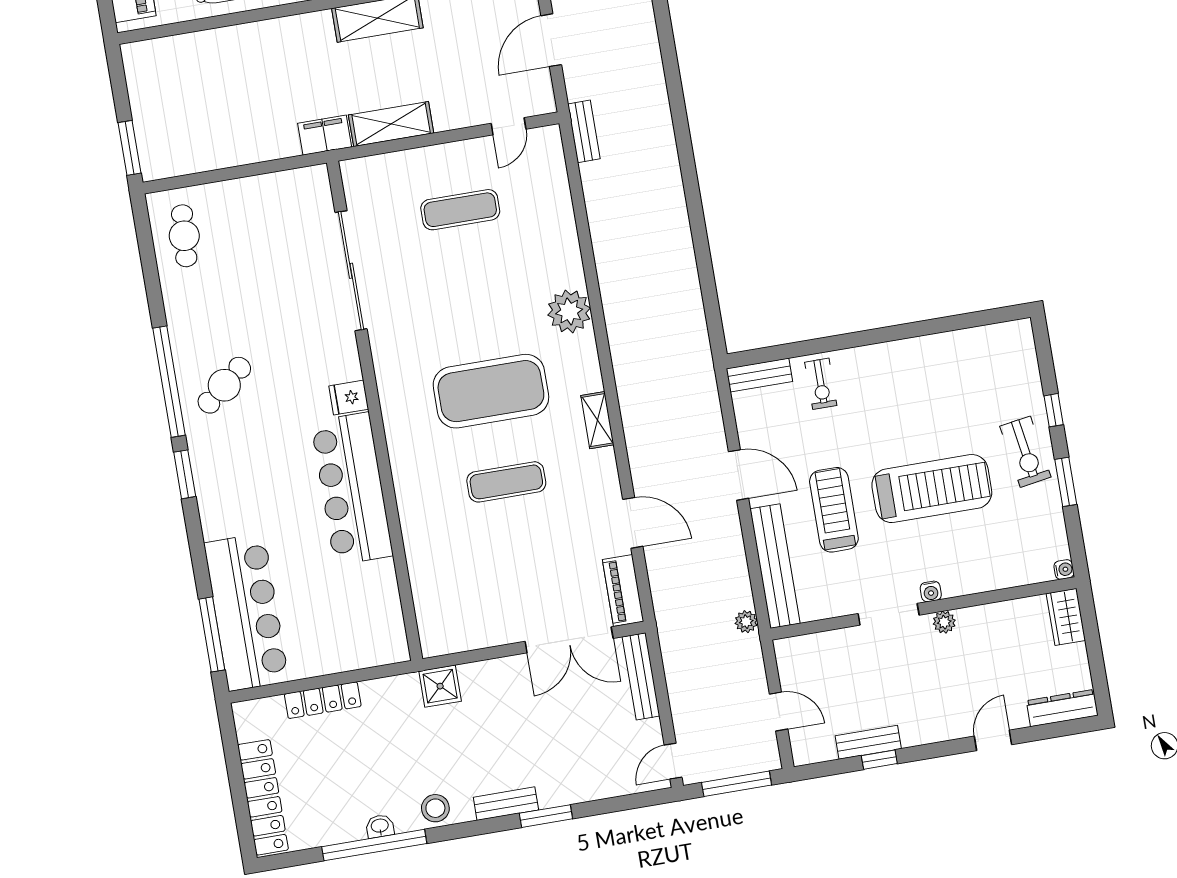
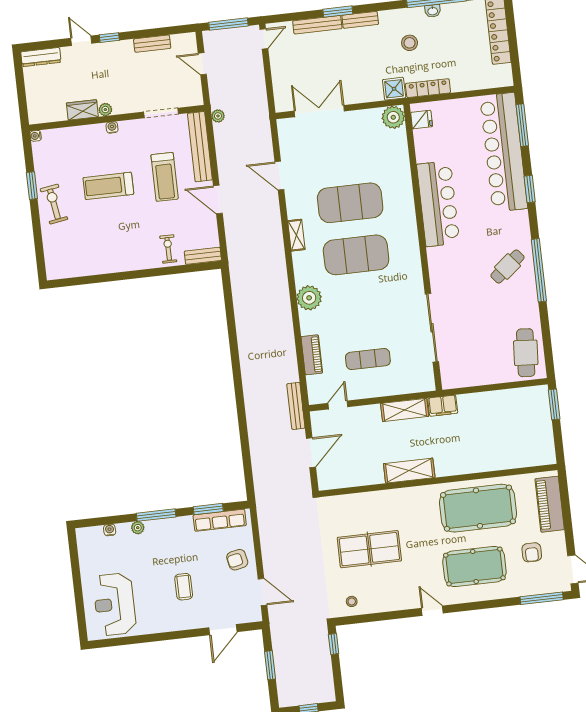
bench: (584, 131) -> (296, 406), width x1.36
cafe table: (184, 236) -> (526, 353), width x1.37, depth x1.35
fridge: (349, 398) -> (422, 120), moved
window: (1054, 410) -> (37, 227), removed
window: (185, 474) -> (530, 189), moved
exercise mat: (506, 482) -> (350, 203), width x2.00, depth x1.45
treadmill: (932, 489) -> (108, 186), width x0.73, depth x0.73
piano: (623, 590) -> (312, 355), moved
bar counter: (246, 612) -> (504, 152), width x1.36
doorway: (889, 614) -> (161, 113), moved
wardrobe: (1066, 617) -> (82, 110), moved, turned -90
plant: (439, 636) -> (393, 117), added
bench: (641, 676) -> (317, 25), moved, turned 90
locker: (323, 700) -> (428, 88), moved
door: (993, 740) -> (81, 41), swing flipped
window: (879, 760) -> (109, 38), moved
stool: (435, 808) -> (410, 43), moved

